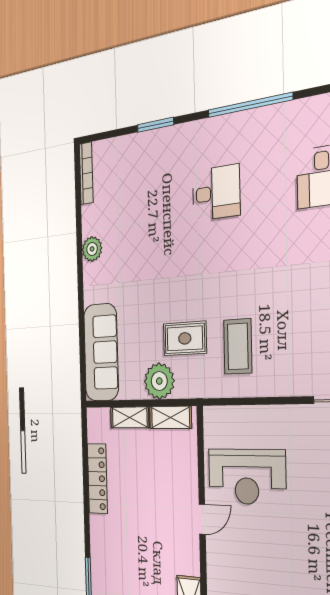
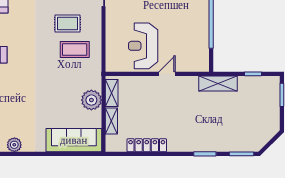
rug: (185, 338) -> (67, 24), moved, turned 90
reception desk: (247, 477) -> (143, 46), turned 180
door: (202, 519) -> (167, 74), hinge flipped

